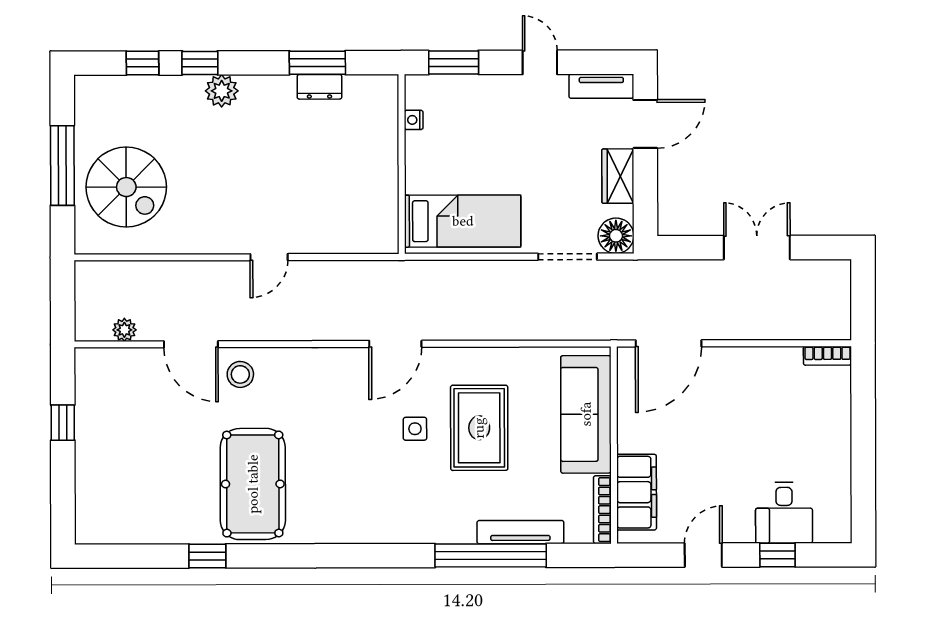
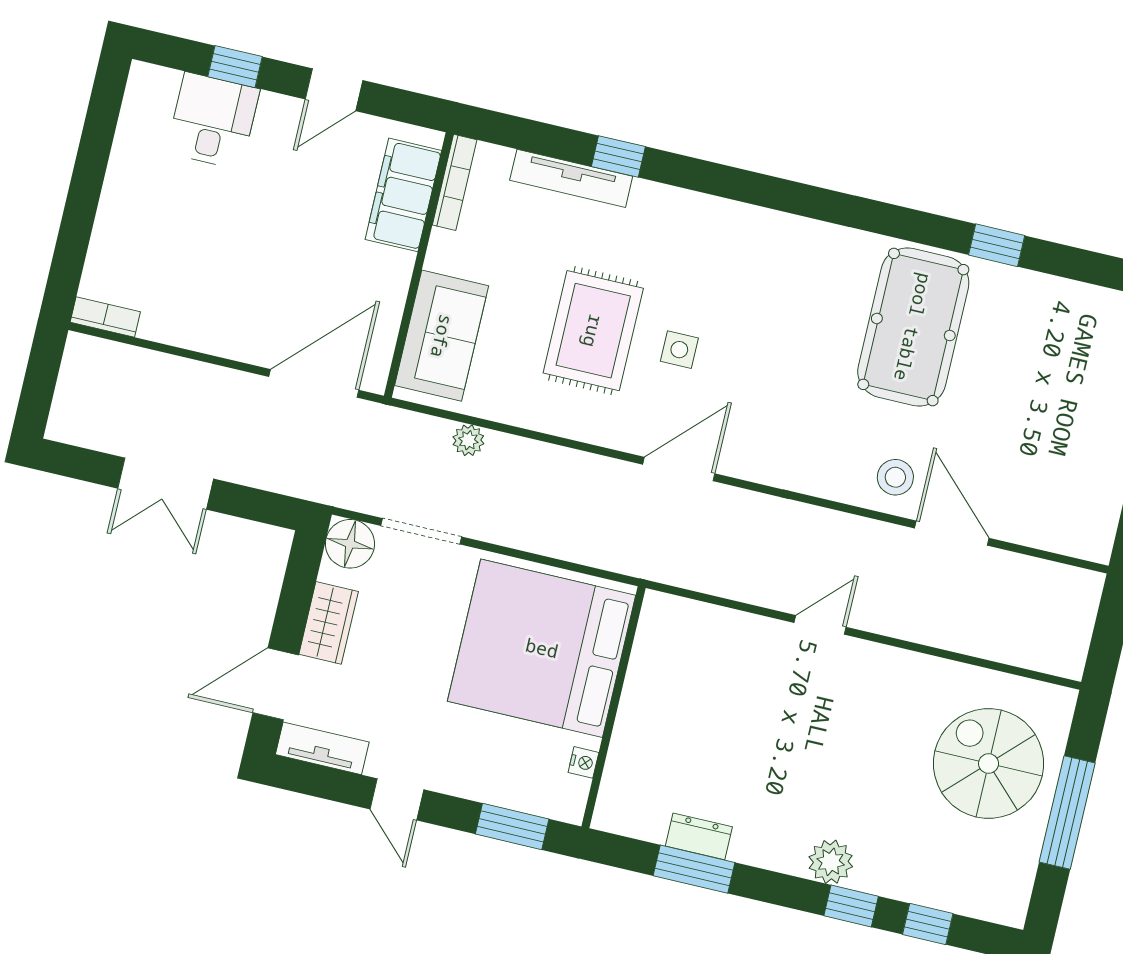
bed: (463, 221) -> (542, 648), width x2.04
plant: (124, 330) -> (468, 440), moved
sofa: (586, 414) -> (442, 336), width x0.73
window: (491, 555) -> (618, 156), width x0.32

